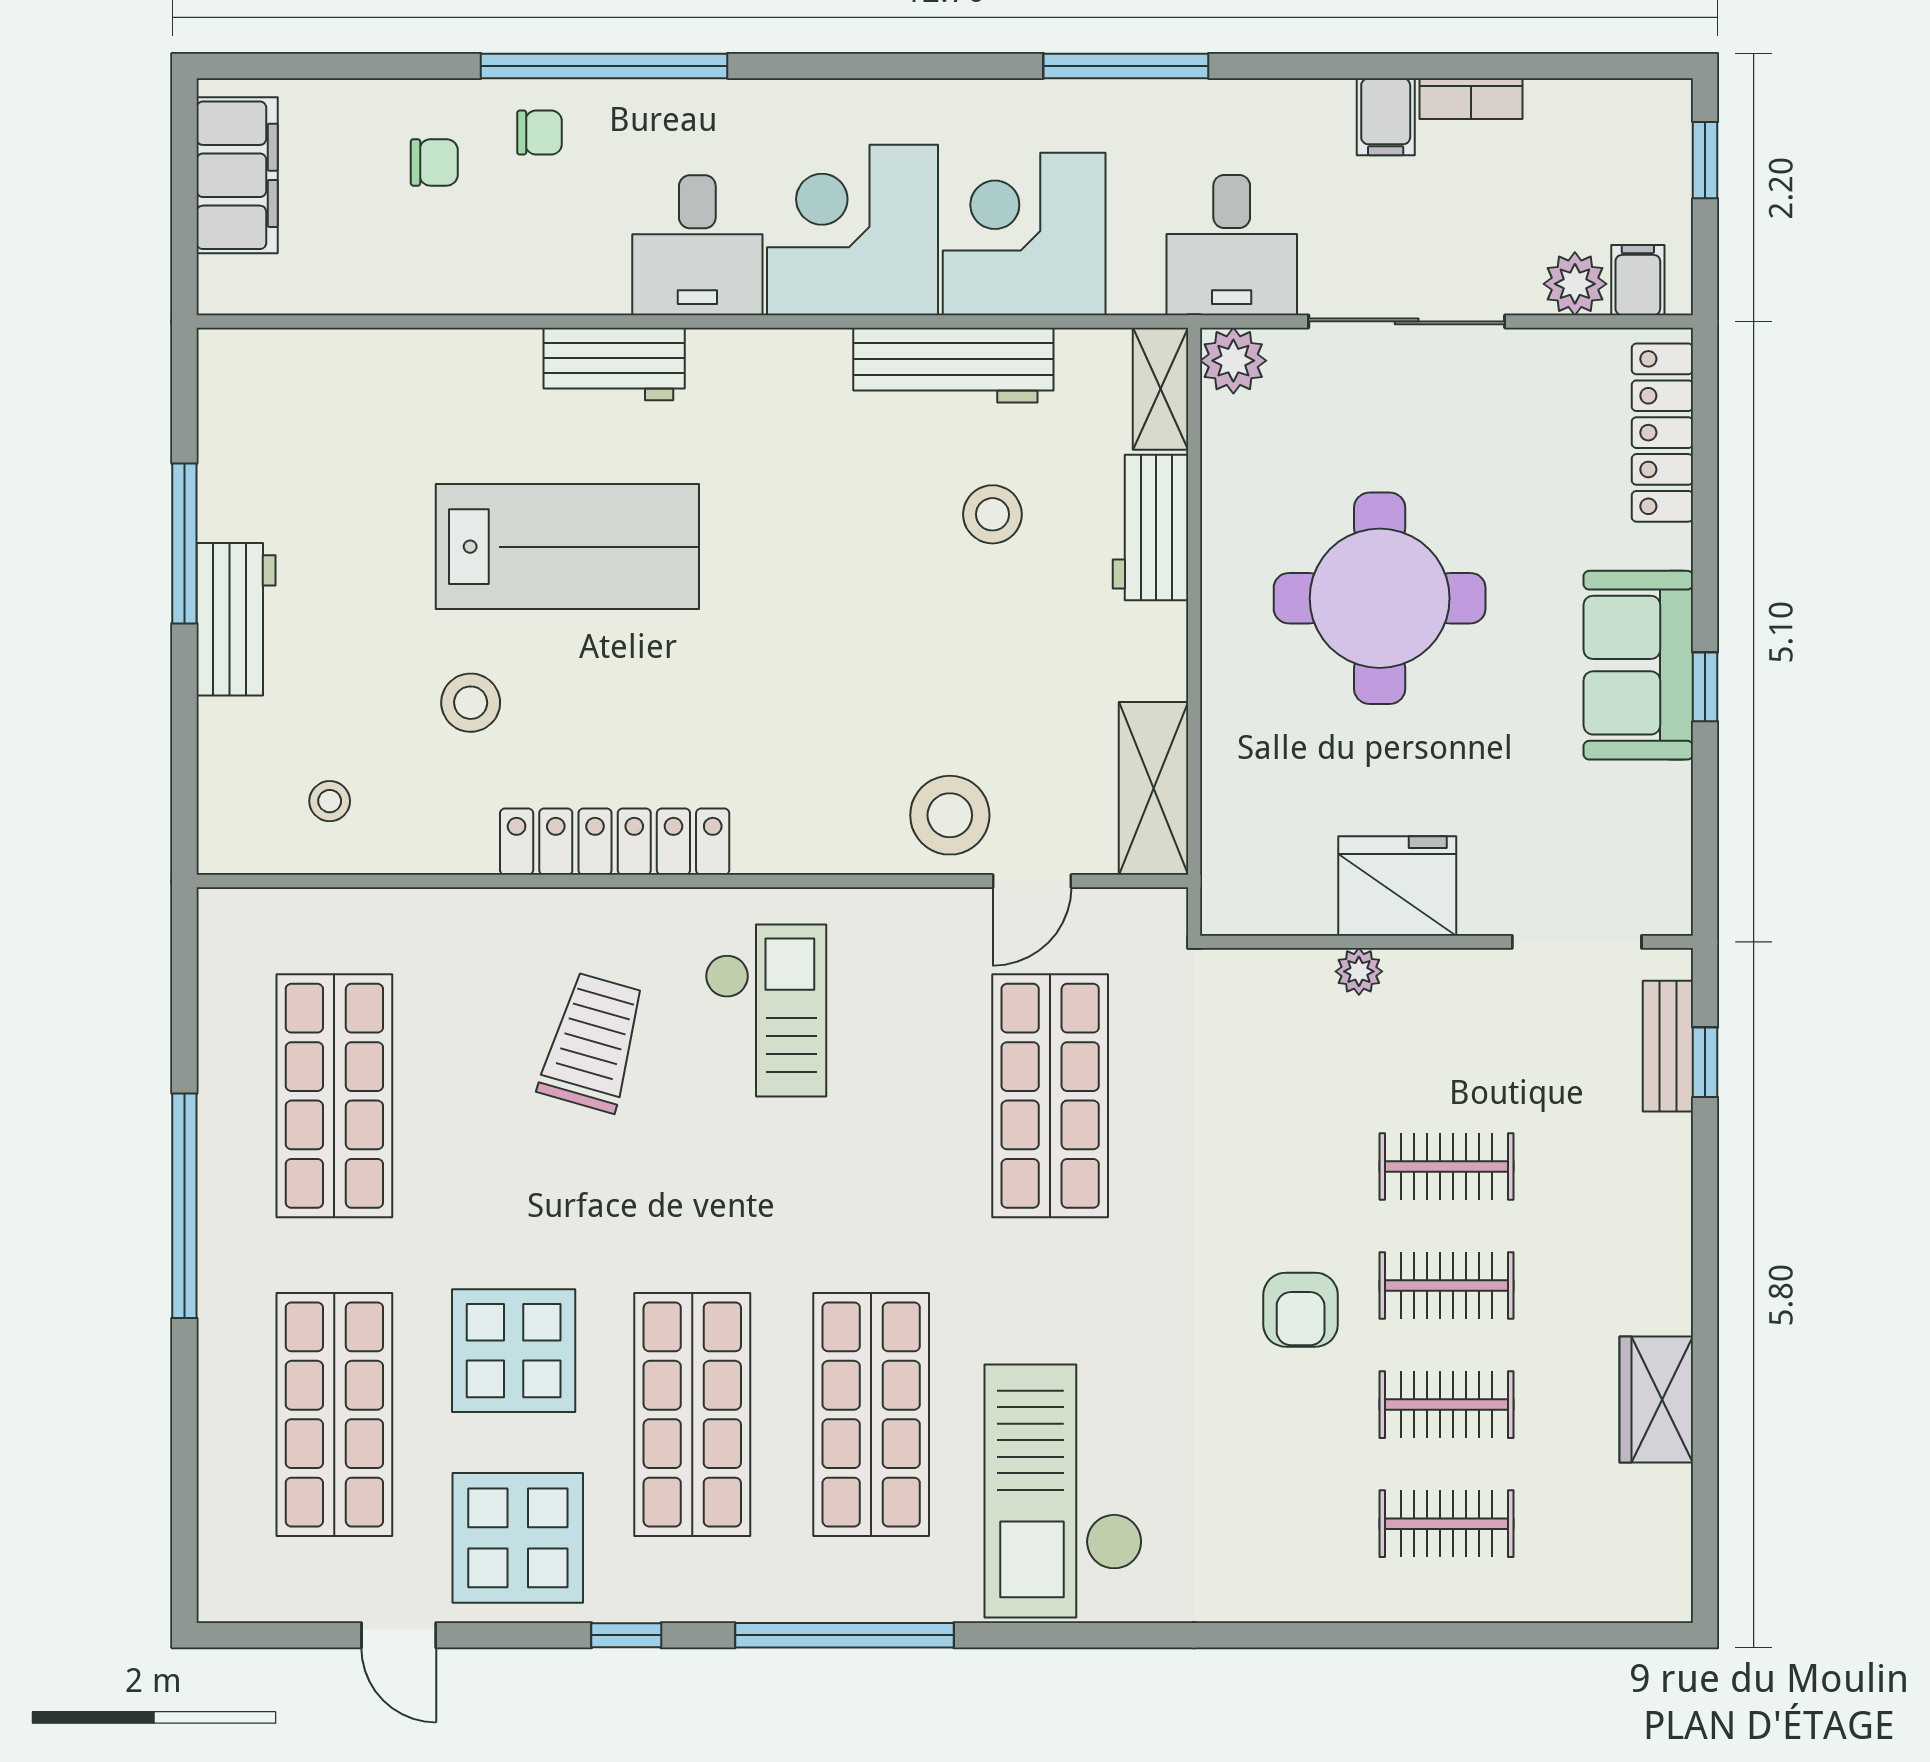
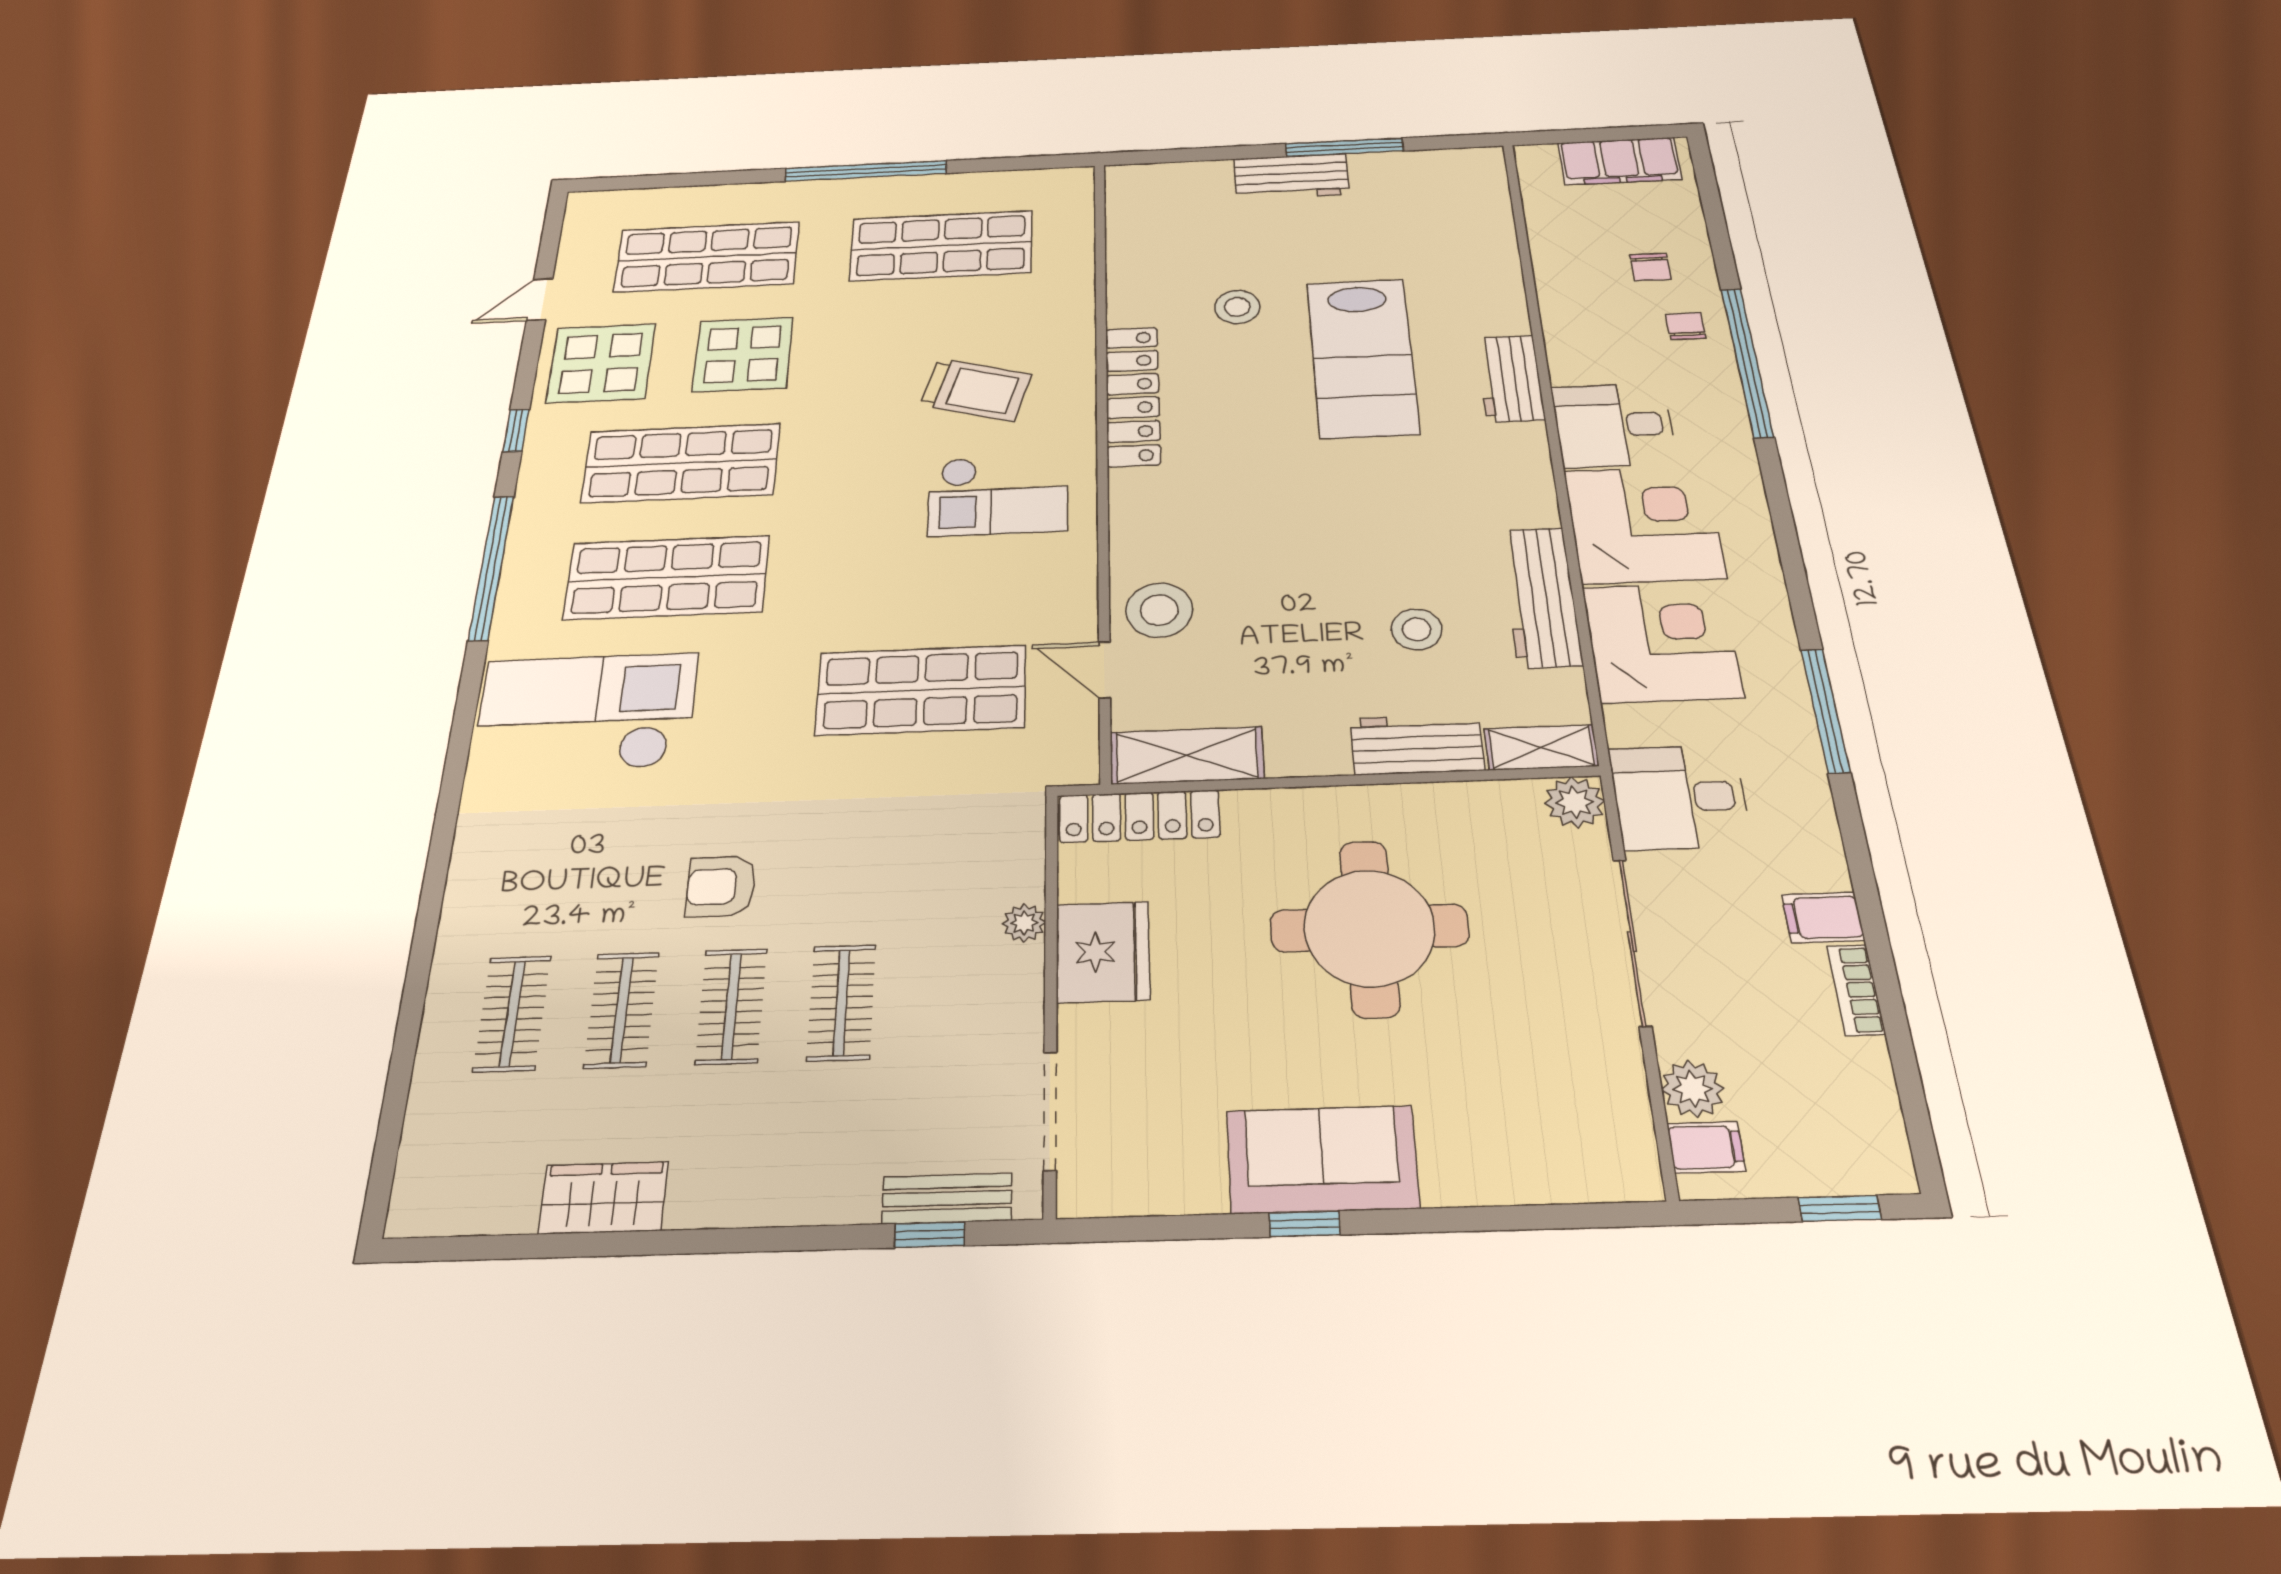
chair: (540, 133) -> (1686, 326), turned 180
locker: (1662, 433) -> (1139, 816), moved, turned 180
stool: (330, 801) -> (1160, 233), removed

